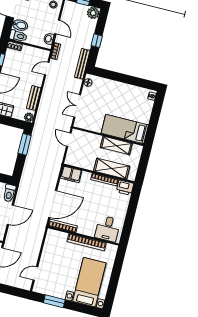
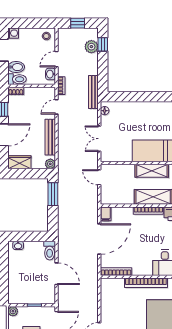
plant: (93, 13) -> (91, 47), moved
door: (57, 27) -> (57, 59), swing flipped
window: (97, 41) -> (103, 44), moved
bench: (34, 98) -> (50, 137), width x1.36
filing cabinet: (71, 174) -> (106, 214), width x0.50
door: (53, 204) -> (99, 239), moved
door: (10, 215) -> (57, 274), hinge flipped

